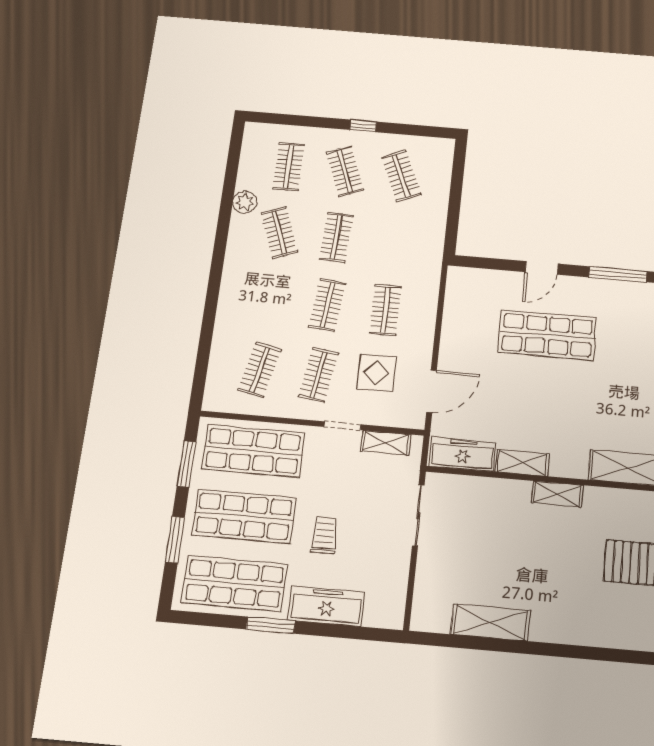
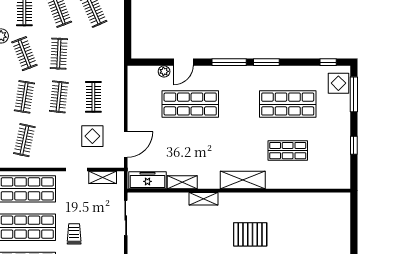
plant: (508, 280) -> (164, 71), added
clothes rail: (318, 375) -> (24, 97), moved

